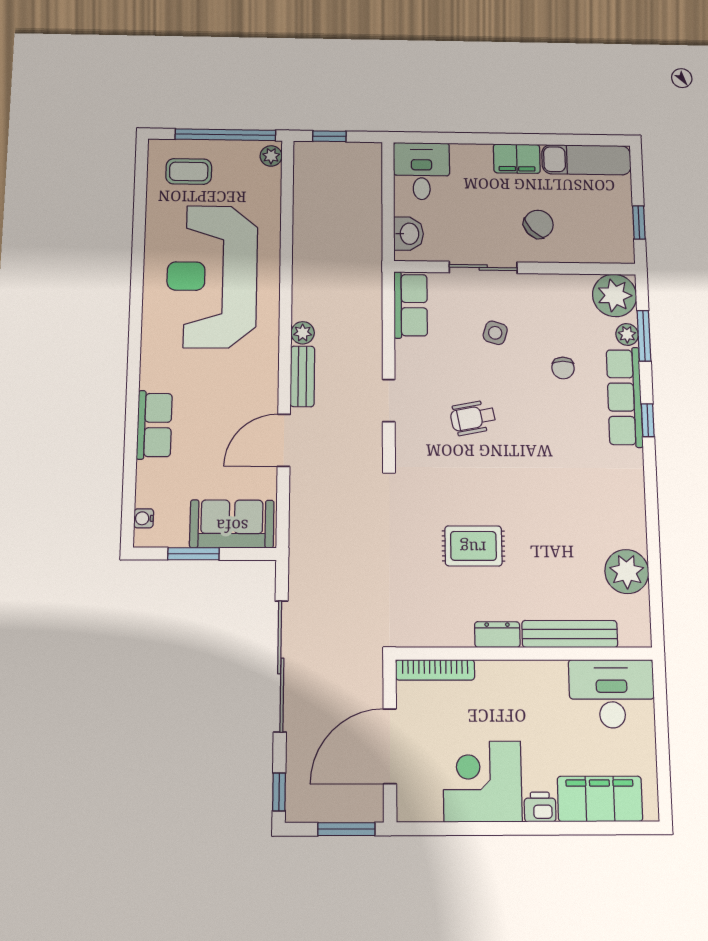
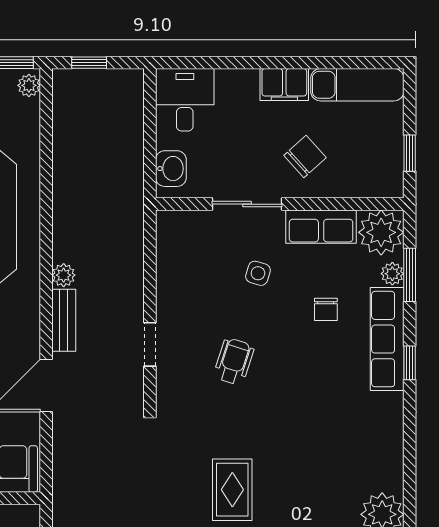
row of seats: (411, 305) -> (321, 227), moved, turned 90
wheelchair: (473, 418) -> (234, 361), turned 119
rug: (473, 546) -> (232, 490), turned 90

